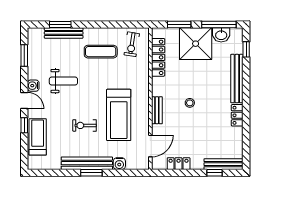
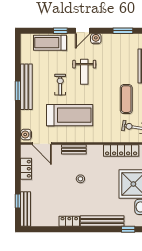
weight bench: (63, 81) -> (84, 72), moved
treadmill: (119, 115) -> (70, 115), turned 180
treadmill: (38, 137) -> (50, 43), turned 180
water cooler: (119, 164) -> (26, 135), moved

